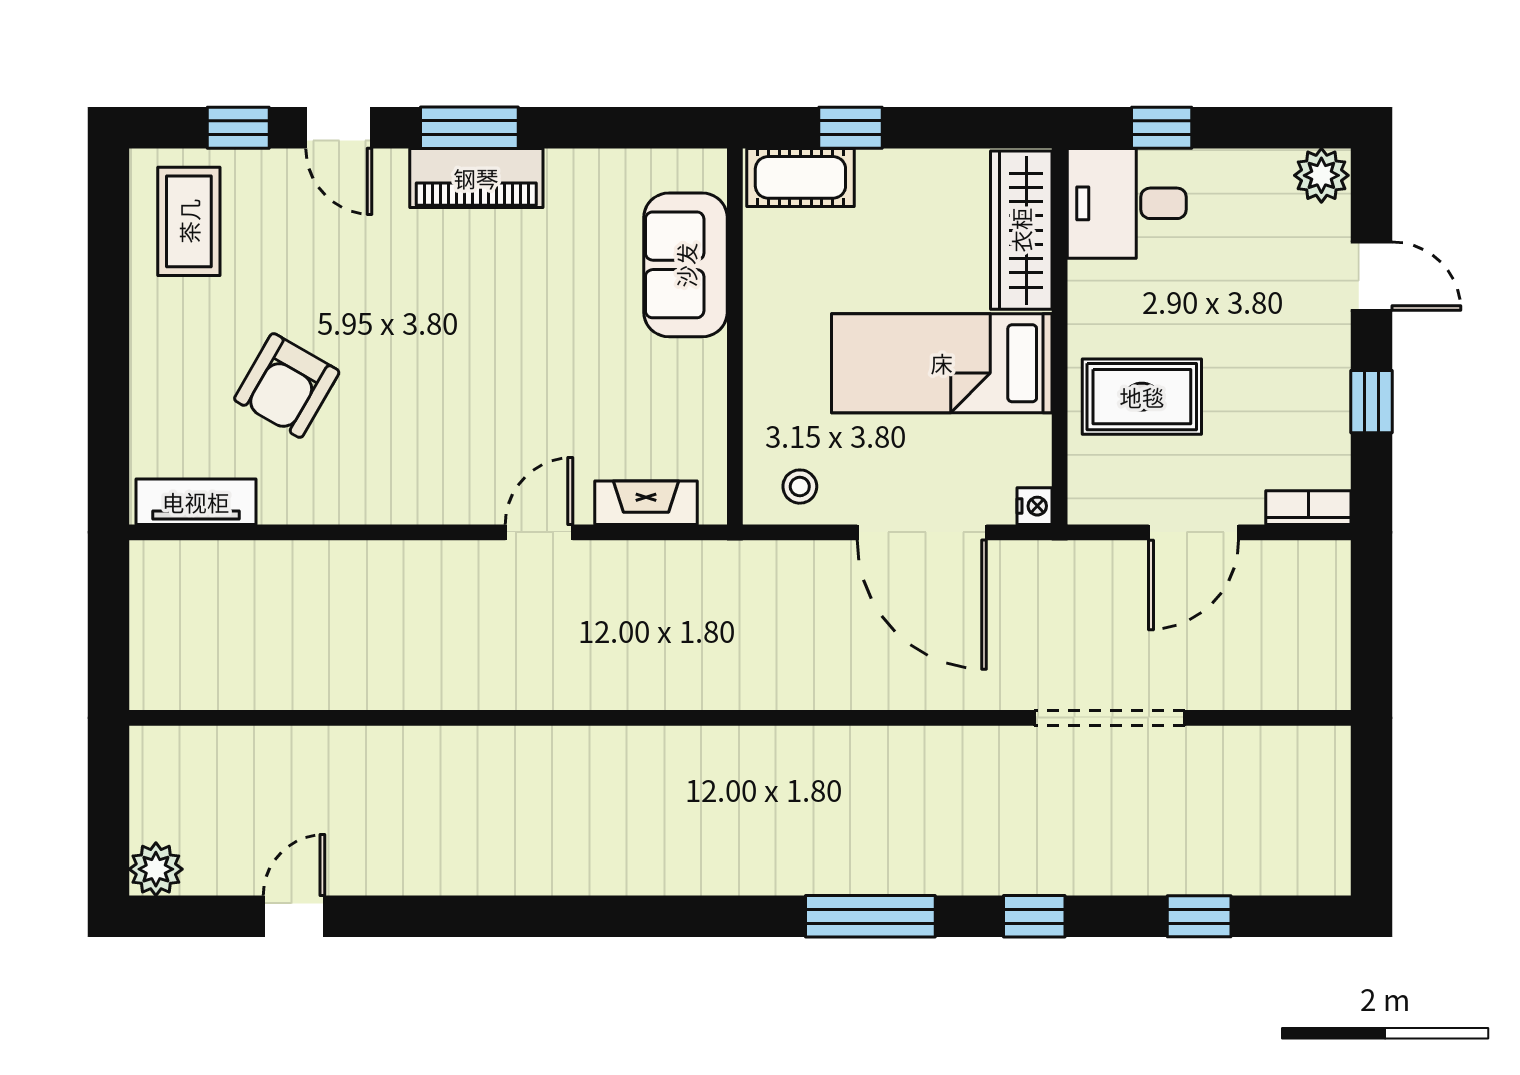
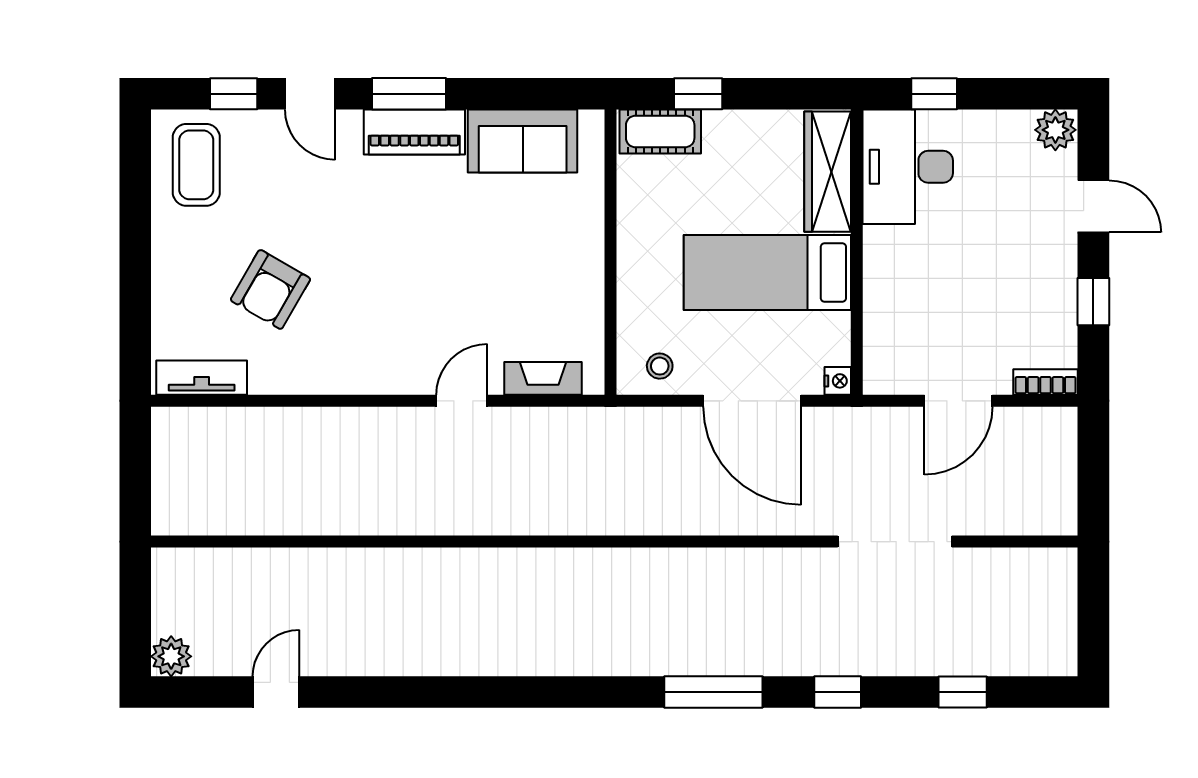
desk: (1127, 203) -> (908, 167), width x1.37
sofa: (686, 265) -> (523, 141), moved, turned -90
rug: (1142, 397) -> (919, 298), removed

